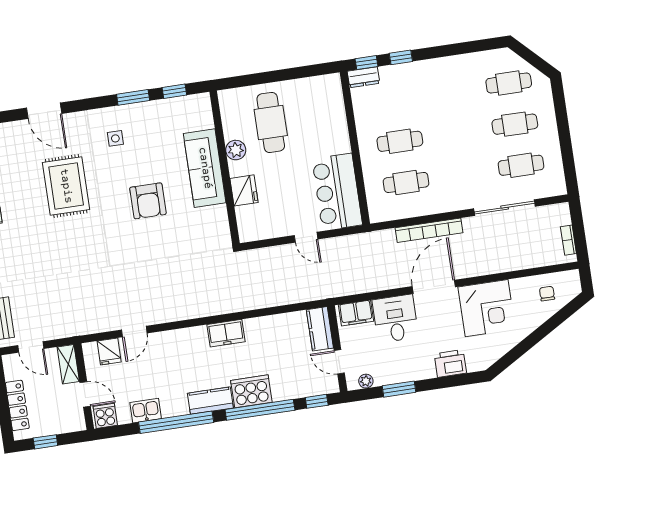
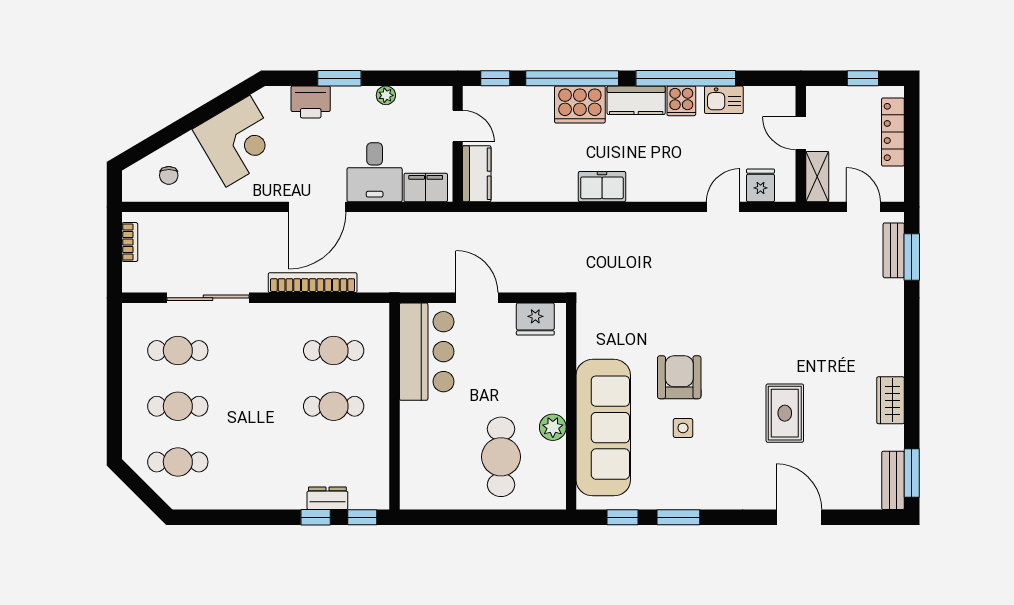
dresser: (363, 77) -> (327, 498), moved
side table: (115, 138) -> (683, 428), moved
sofa: (205, 168) -> (603, 428), width x1.36, depth x1.27
rug: (66, 186) -> (785, 413), width x0.73, depth x0.70
fridge: (244, 190) -> (535, 319), moved, turned -90
door: (306, 237) -> (477, 298), width x1.38
corner desk: (487, 308) -> (238, 141), moved, turned 149
plant: (366, 381) -> (386, 95), moved
window: (399, 389) -> (339, 78), moved
cooker: (105, 416) -> (681, 101), moved

